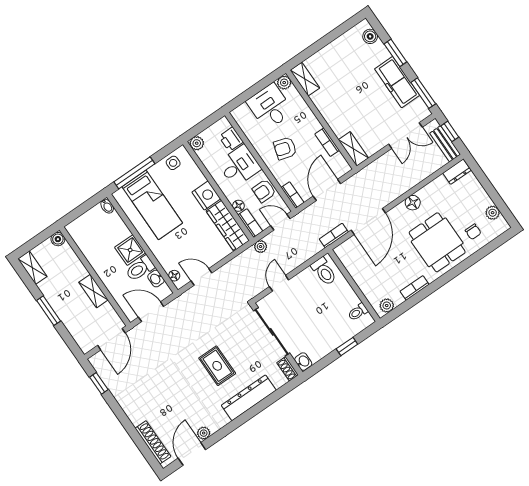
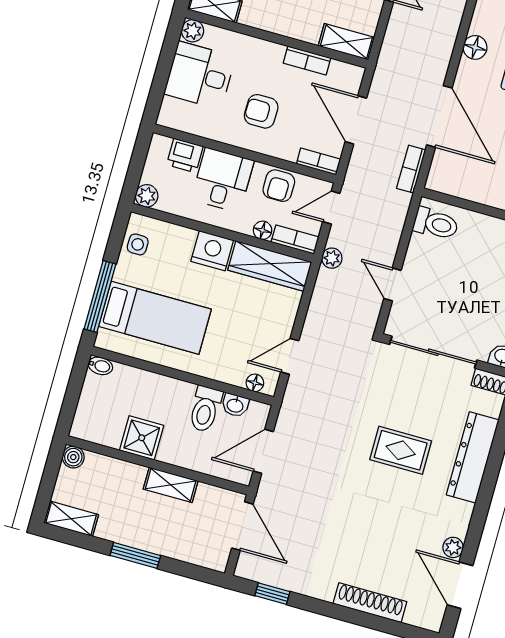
armchair: (285, 148) -> (261, 111), turned 73
shower: (130, 250) -> (142, 438), moved
shoe rack: (153, 442) -> (370, 603), moved

